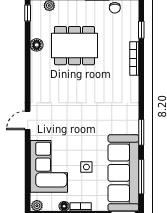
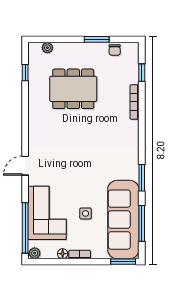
window: (28, 13) -> (25, 73), moved
floor lamp: (37, 45) -> (34, 88), removed
window: (28, 181) -> (25, 228), added

